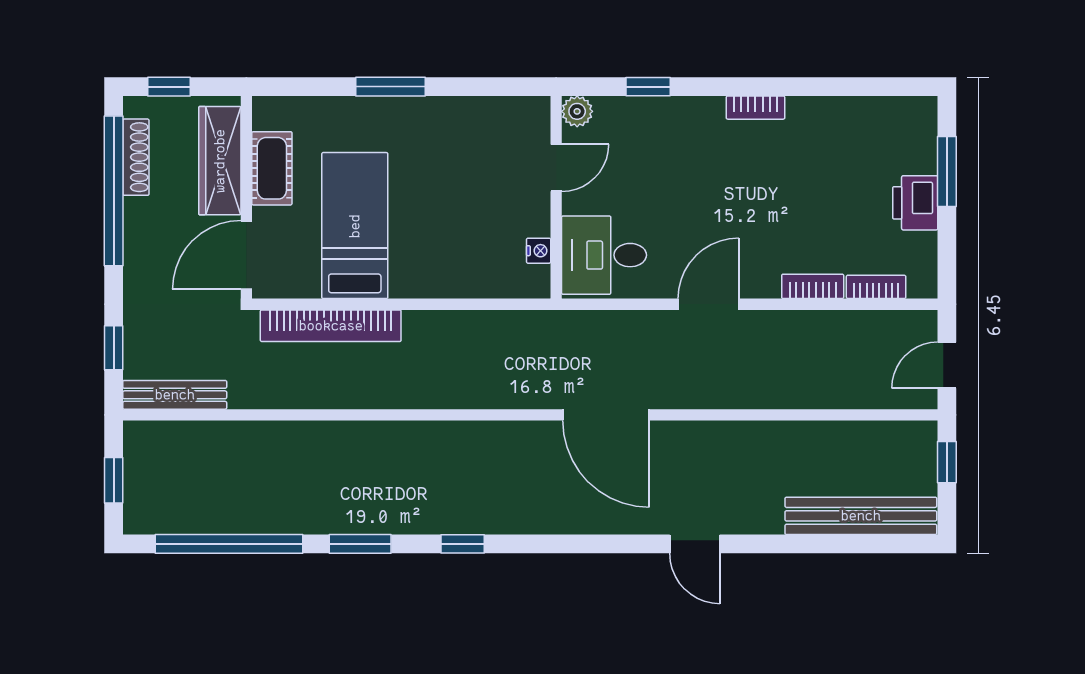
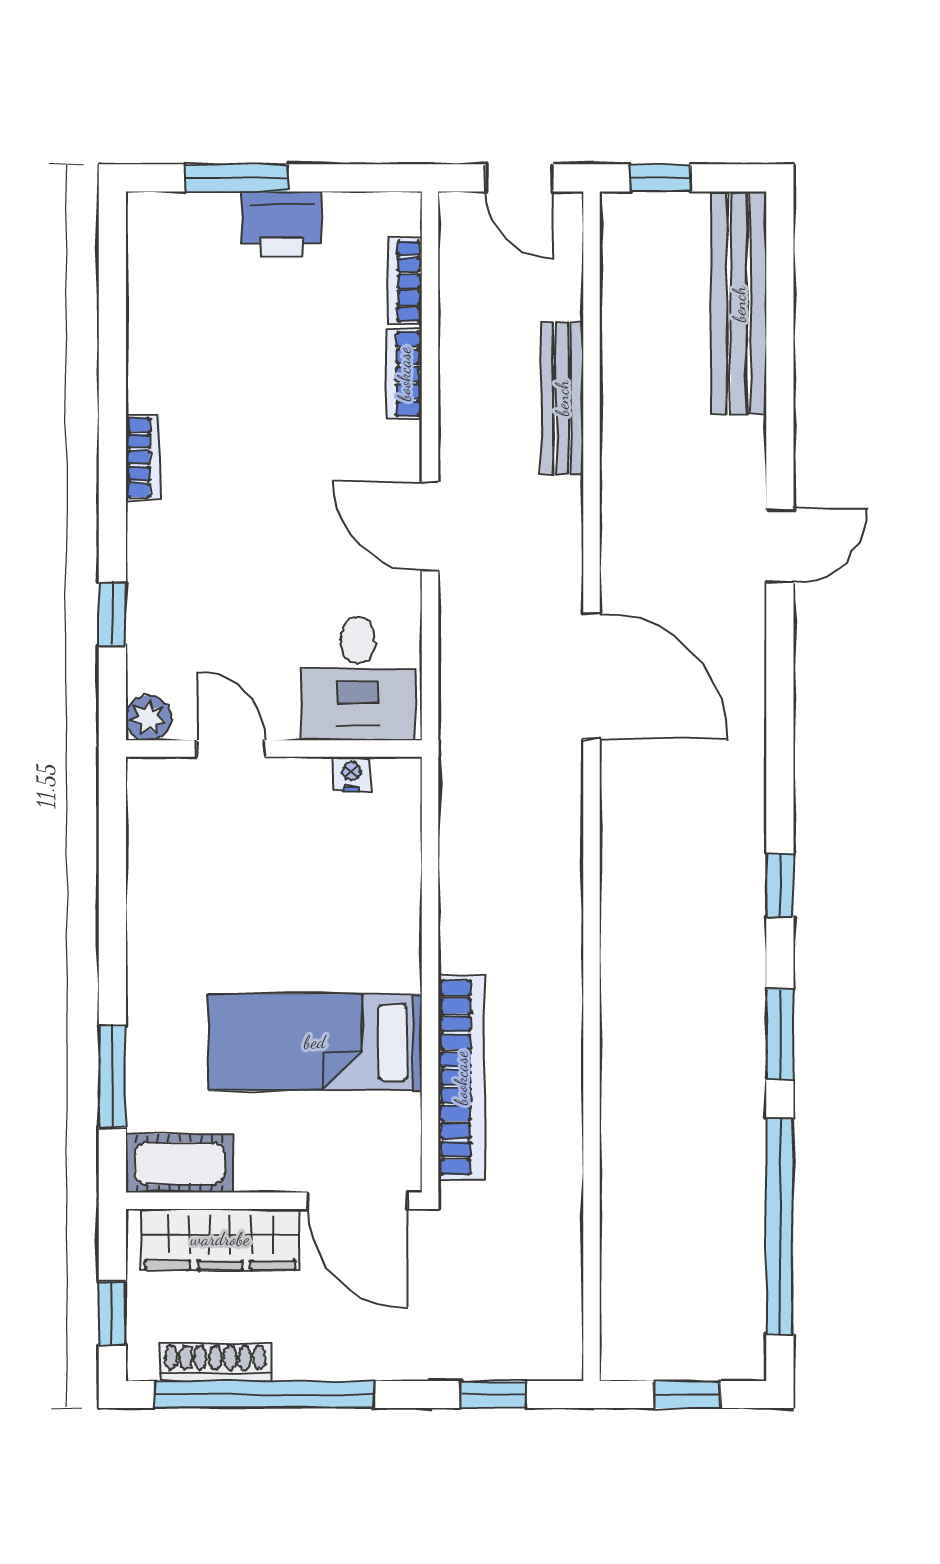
window: (391, 87) -> (112, 1077), moved
cot: (272, 168) -> (180, 1163), moved
bench: (175, 395) -> (562, 398), moved
door: (606, 415) -> (591, 676), hinge flipped

